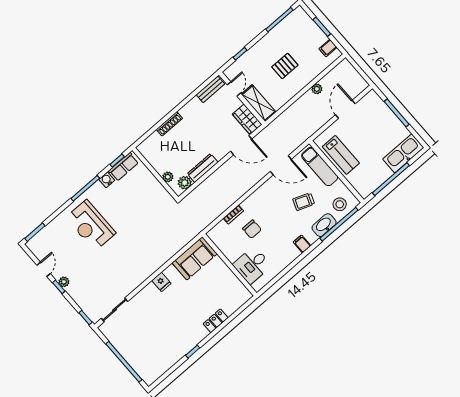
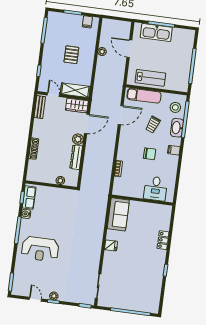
kitchen sink: (403, 153) -> (156, 32), moved, turned -90
plant: (185, 183) -> (78, 139), moved
chair: (252, 229) -> (150, 154), moved

